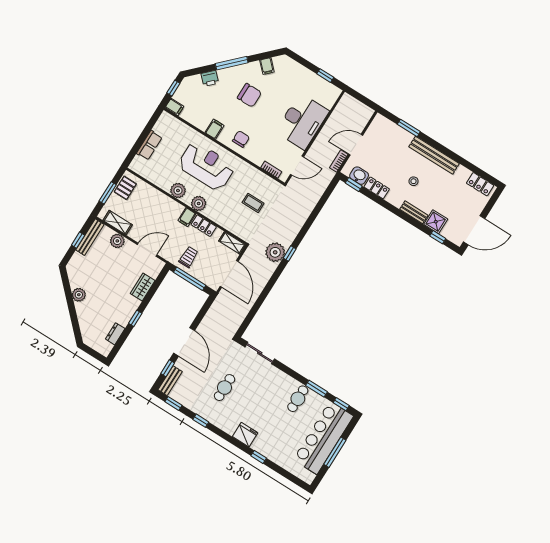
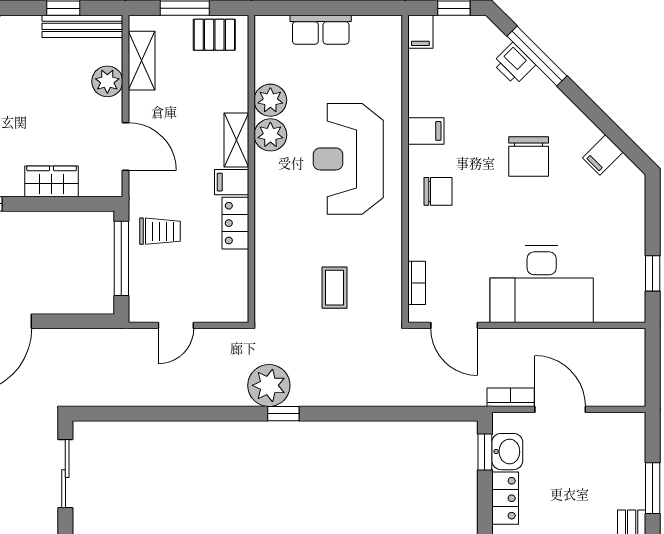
window: (232, 63) -> (537, 56), moved
reception desk: (206, 166) -> (348, 159), turned 180
plant: (199, 203) -> (270, 100), moved
shelving: (232, 243) -> (236, 140), moved
door: (229, 274) -> (176, 325), width x0.53

